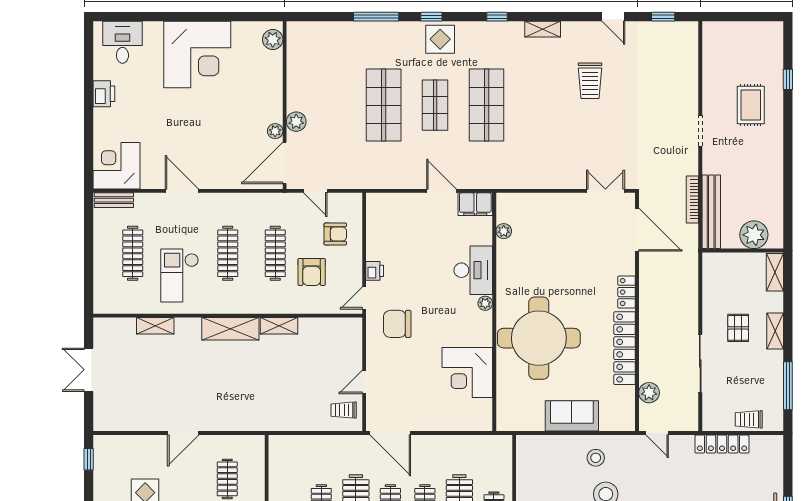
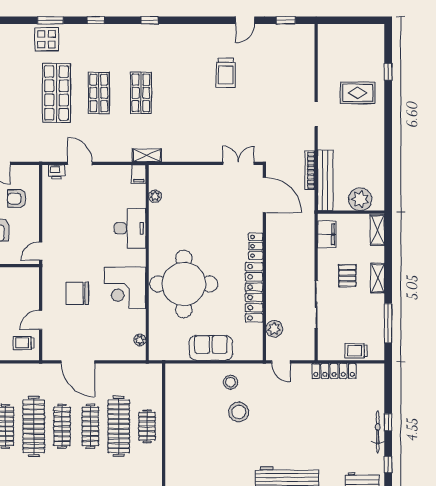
window: (376, 17) -> (50, 20), width x0.69
door: (613, 17) -> (245, 20), hinge flipped
shelving: (543, 29) -> (147, 155), moved
display table: (440, 39) -> (47, 39), moved
shop shelf: (487, 105) -> (141, 93), width x0.70, depth x0.74
rug: (751, 105) -> (358, 93), turned 90
door: (442, 191) -> (80, 163), moved
filing cabinet: (475, 204) -> (139, 174), width x0.50
armchair: (335, 234) -> (17, 199), turned 180
printer: (375, 271) -> (57, 172), moved, turned 90
filing cabinet: (713, 278) -> (327, 234), added
plant: (485, 303) -> (140, 340), moved
chair: (397, 324) -> (77, 293), moved
corner desk: (467, 373) -> (125, 288), moved
door: (390, 433) -> (78, 362), moved

